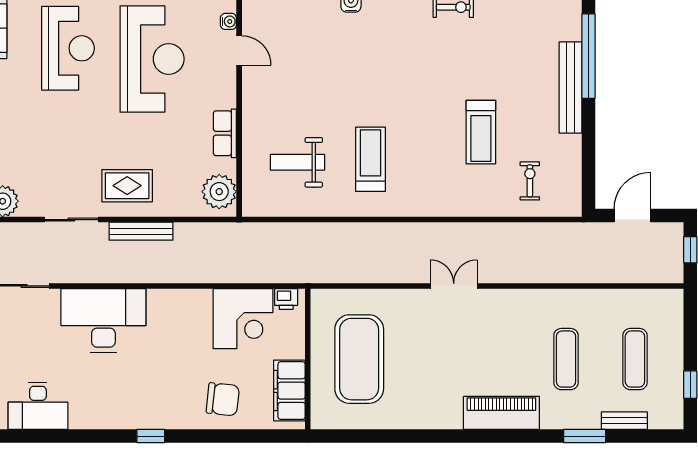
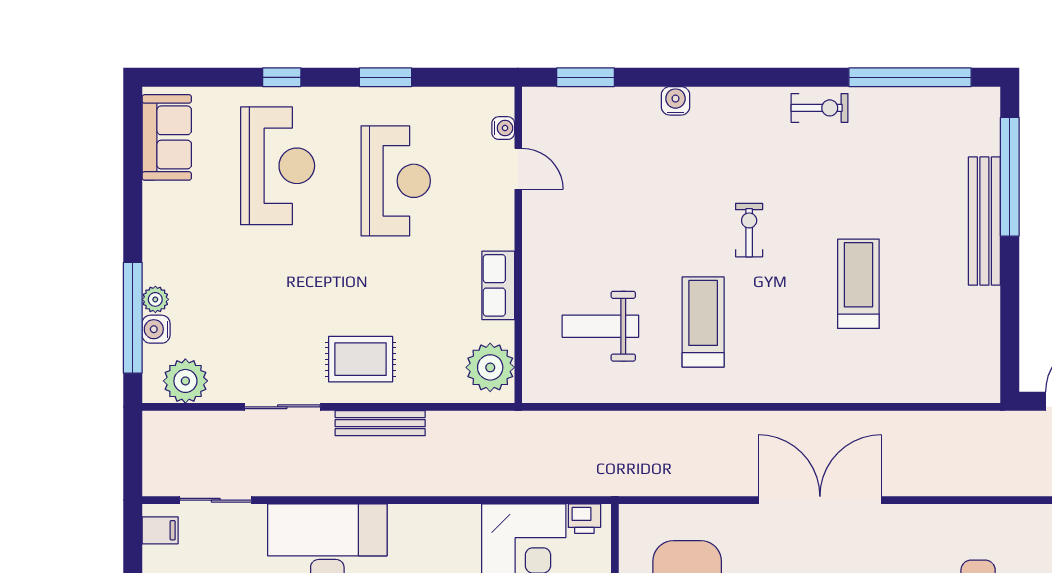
reception desk: (152, 59) -> (396, 181), width x0.74, depth x0.77
treadmill: (481, 132) -> (858, 284), turned 180
exercise bike: (530, 181) -> (749, 230), moved
double door: (454, 286) -> (820, 500), width x1.87

